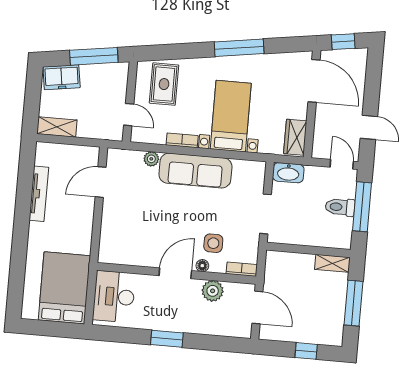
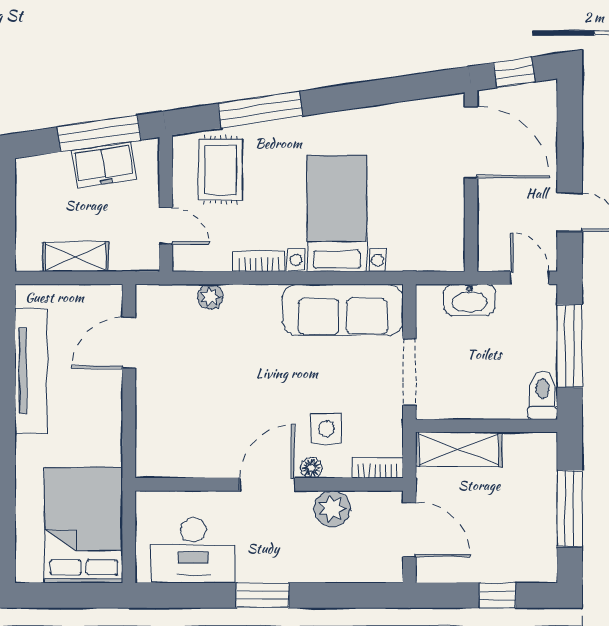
window: (239, 48) -> (260, 110), moved
freezer: (62, 77) -> (104, 165), moved
shelving: (57, 127) -> (76, 257), moved
wardrobe: (295, 137) -> (448, 239), removed
sofa: (195, 171) -> (343, 310), moved
washbasin: (288, 173) -> (469, 300), moved
tv unit: (39, 194) -> (31, 371), width x1.36, depth x1.29
toilet: (340, 207) -> (543, 395), moved, turned 90
shelving: (332, 263) -> (459, 449), moved, width x1.50, depth x1.33
desk: (114, 297) -> (193, 550), moved, turned -90

